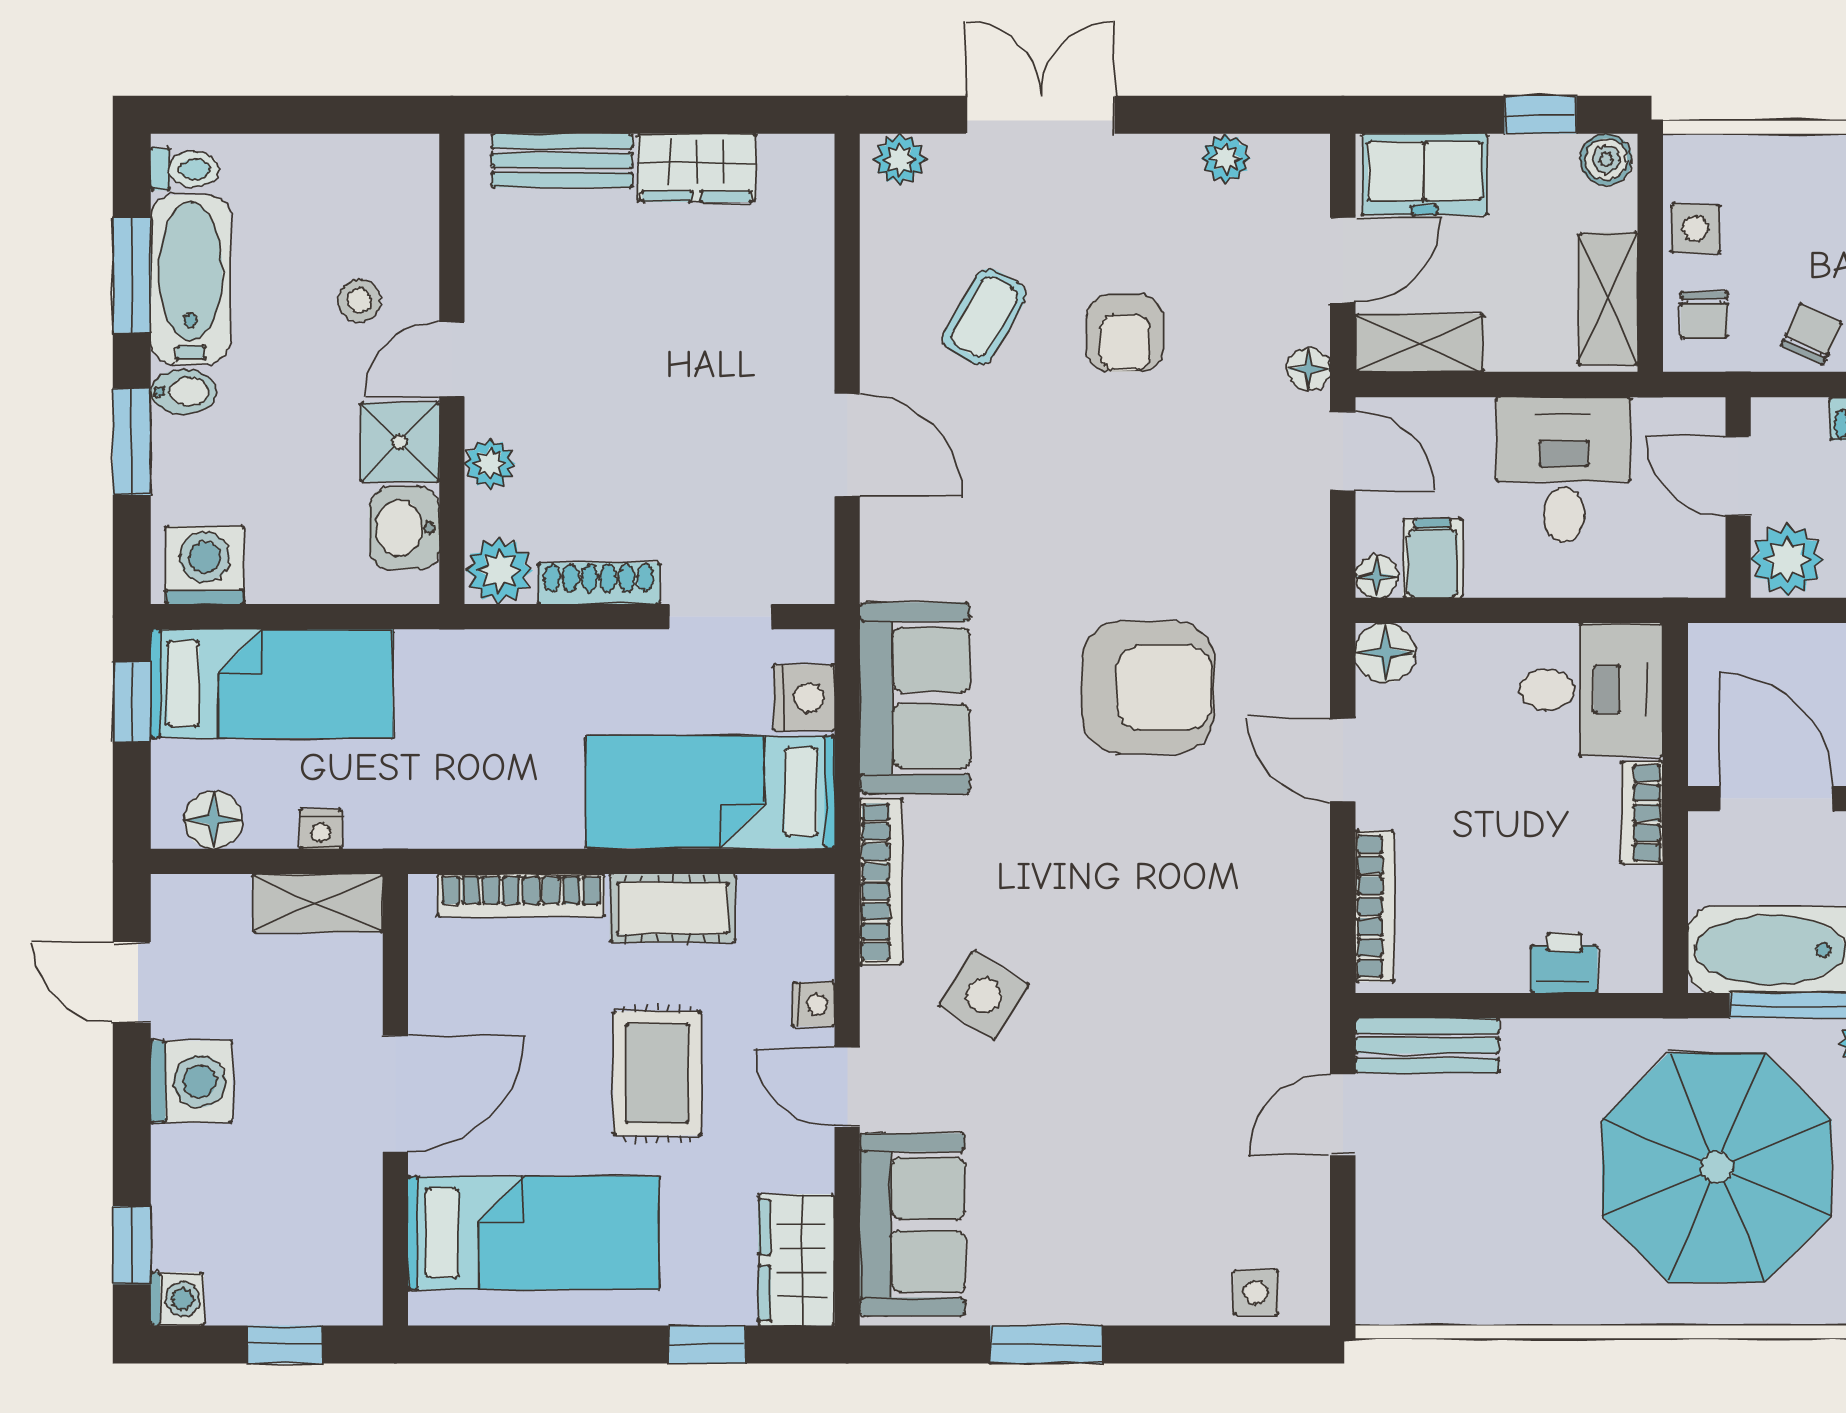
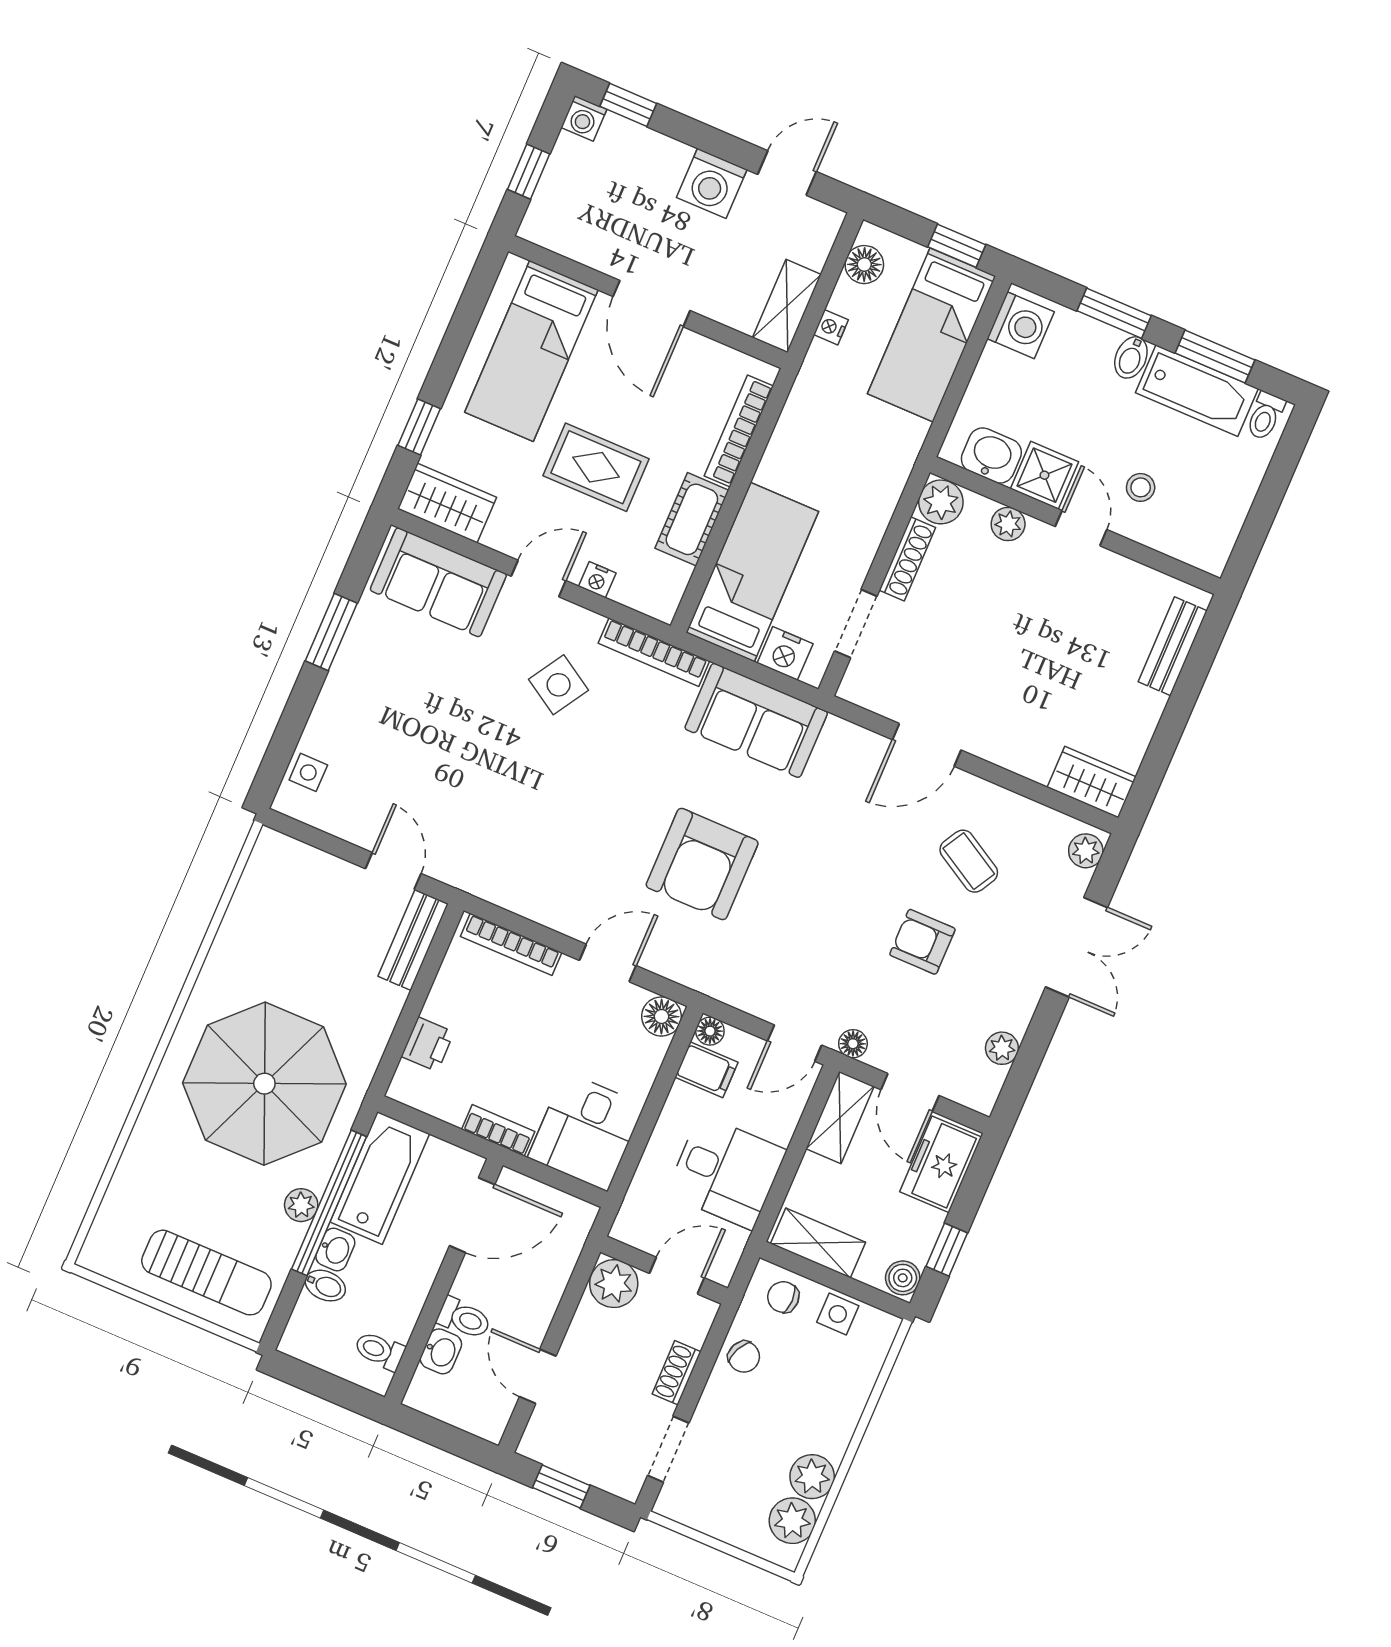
wardrobe: (696, 168) -> (1092, 782), moved, turned 90

